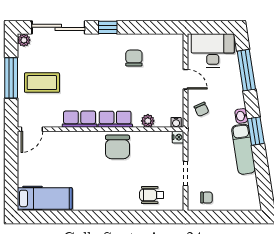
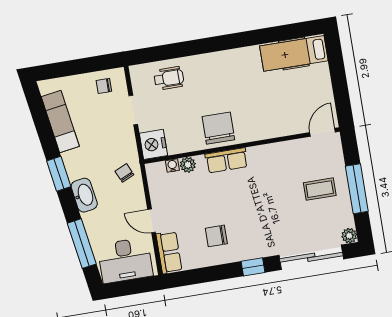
chair: (134, 58) -> (216, 236), turned 90
coffee table: (42, 83) -> (320, 189), width x0.73, depth x0.77
chair: (201, 109) -> (124, 173), moved
washbasin: (241, 116) -> (84, 195), width x1.91, depth x1.45
row of seats: (80, 119) -> (169, 252), moved, turned -90
water cooler: (176, 122) -> (172, 165), moved
nightstand: (178, 137) -> (153, 144), width x1.89, depth x1.79
exam couch: (243, 149) -> (60, 121), moved

